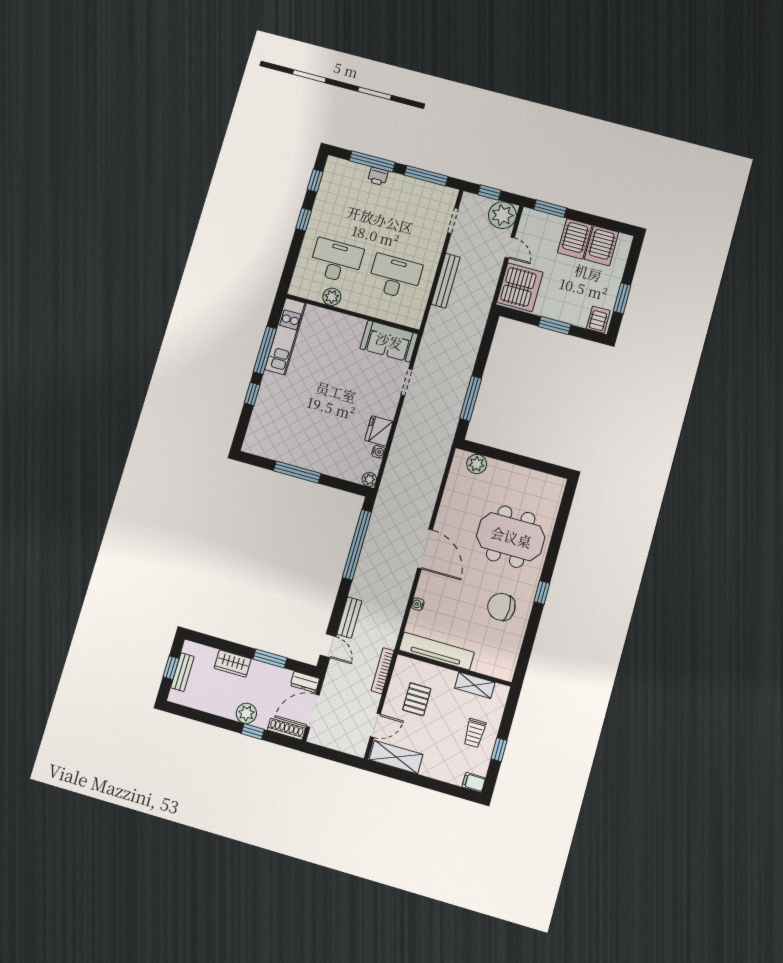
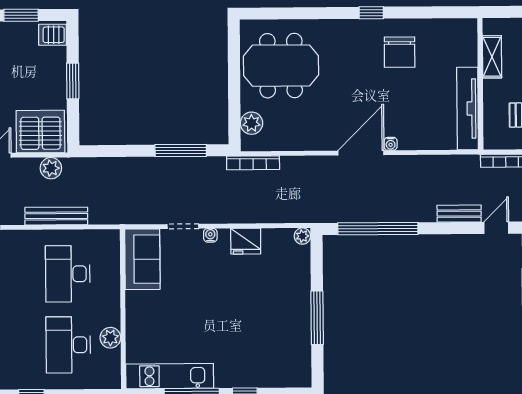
plant: (487, 287) -> (51, 168), added
water cooler: (378, 452) -> (210, 235), moved
bookcase: (443, 456) -> (253, 163), added
meeting table: (511, 537) -> (281, 66), moved, turned 90
water cooler: (418, 604) -> (391, 144), moved

